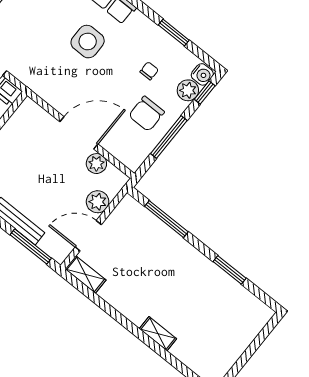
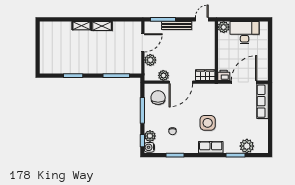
chair: (146, 114) -> (158, 98), moved
wardrobe: (35, 115) -> (205, 75), added
shelving: (86, 274) -> (102, 26), moved

